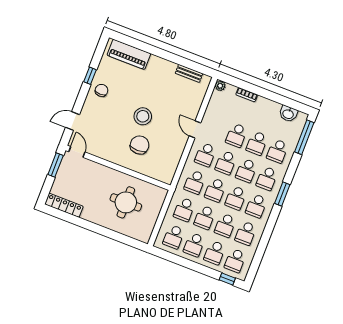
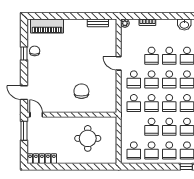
chair: (101, 90) -> (35, 51), moved
stool: (143, 116) -> (76, 69), removed
door: (73, 121) -> (24, 93), hinge flipped
school desk: (184, 209) -> (134, 127), removed

